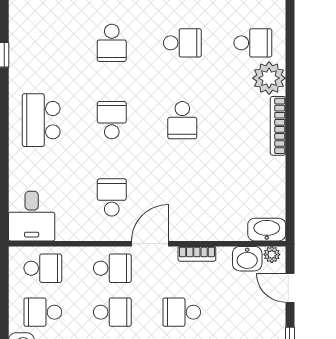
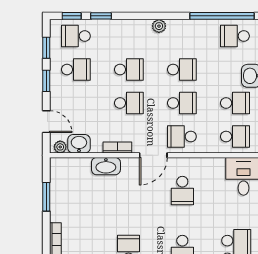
window: (290, 189) -> (46, 197), added
washbasin: (267, 230) -> (106, 166), moved
school desk: (43, 268) -> (235, 137), turned 180
school desk: (112, 312) -> (182, 103), turned 180

